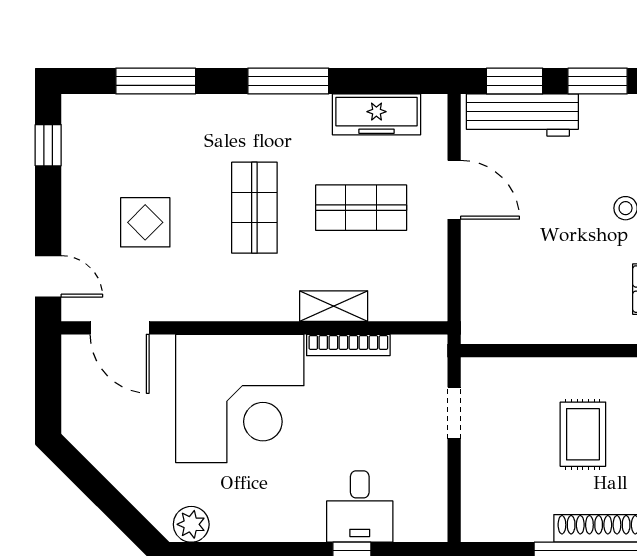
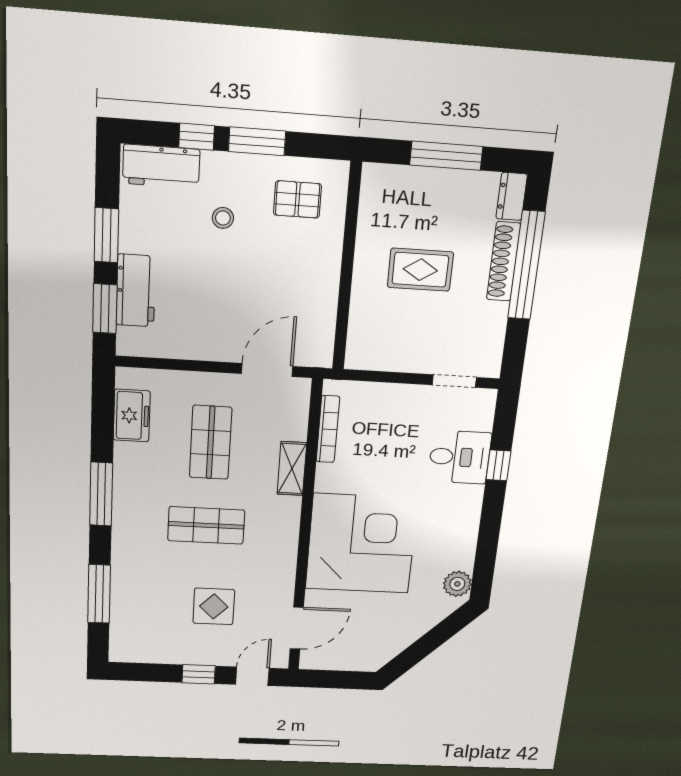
freezer: (376, 114) -> (132, 416), width x0.71
workbench: (522, 115) -> (136, 291), width x0.73
window: (48, 145) -> (199, 674), moved
door: (454, 190) -> (267, 370), moved
bookcase: (348, 345) -> (328, 429), moved
doorway: (454, 413) -> (454, 381), moved

